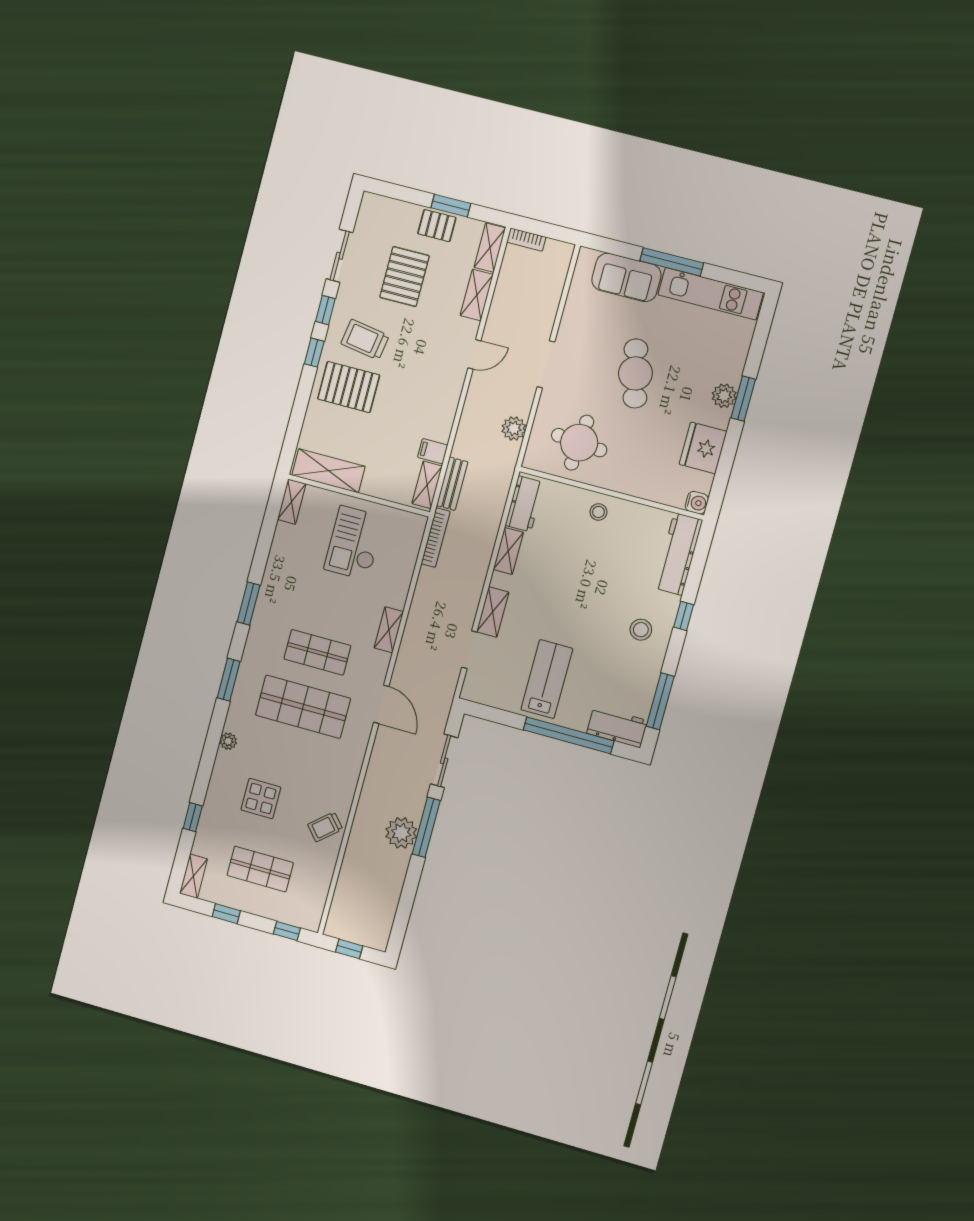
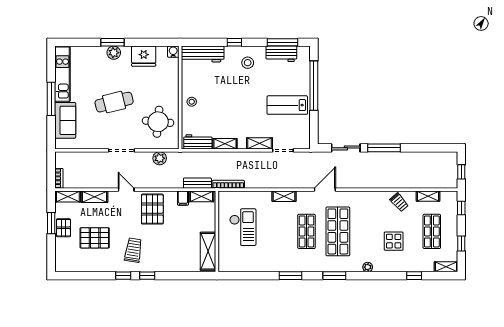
sliding door: (340, 256) -> (93, 276), removed
trolley: (365, 340) -> (133, 250), turned 180
pallet: (349, 387) -> (152, 209), moved
shelving: (292, 502) -> (428, 196), moved
checkout: (354, 543) -> (243, 227), turned -90
workbench: (617, 727) -> (281, 54), moved, turned -90
plant: (401, 833) -> (391, 160), removed

